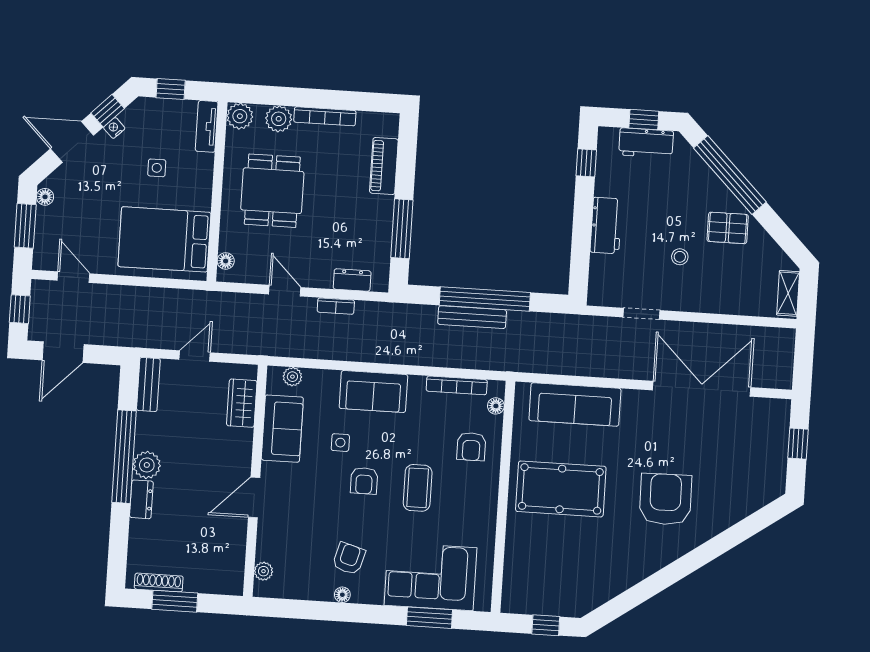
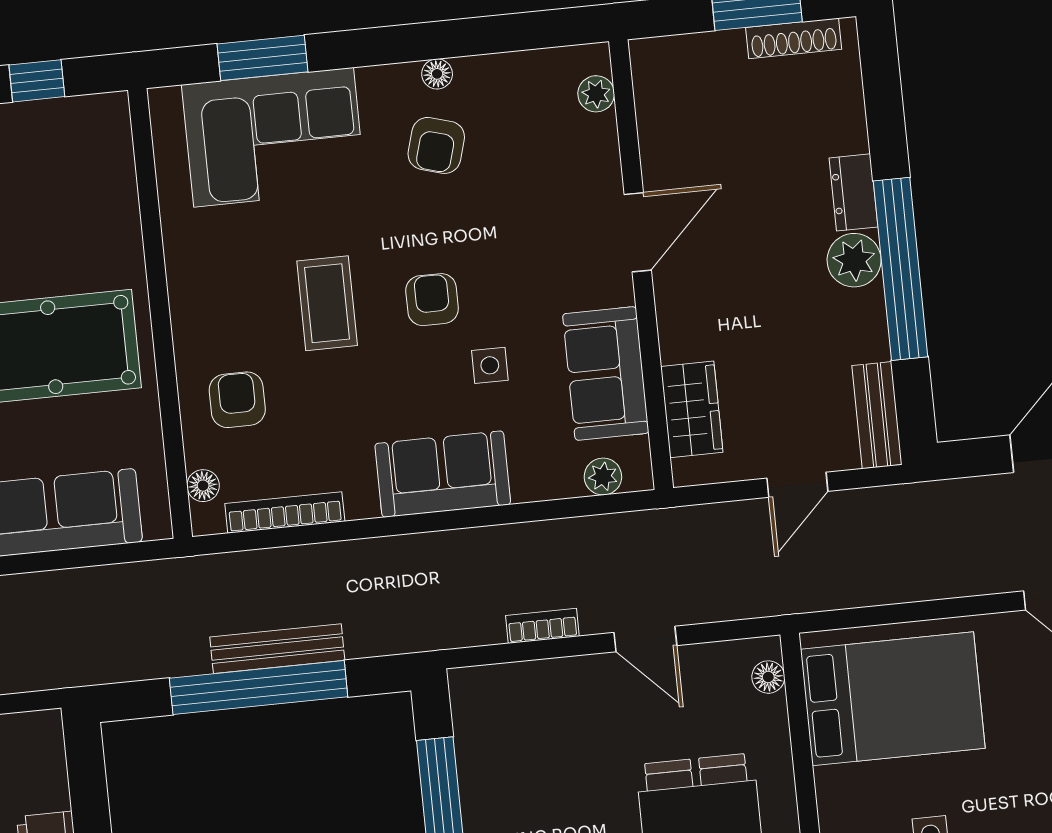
dresser: (352, 280) -> (520, 681), removed

